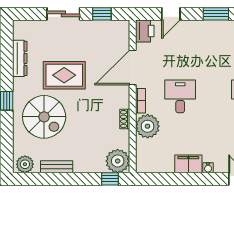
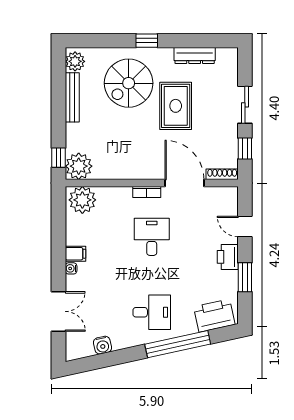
printer: (145, 31) -> (228, 257), moved, turned 90
desk: (180, 96) -> (152, 237), turned -90
shoe rack: (125, 119) -> (222, 174), moved, width x1.43
plant: (148, 126) -> (82, 200), moved
filing cabinet: (188, 164) -> (75, 254), width x0.50
bench: (57, 167) -> (72, 97), width x1.36

